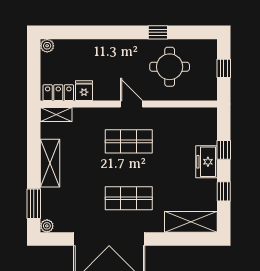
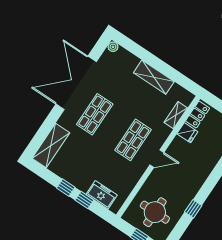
round table: (170, 67) -> (155, 212), moved
shelving: (56, 114) -> (176, 115), moved
freezer: (206, 162) -> (102, 195), moved
window: (224, 191) -> (66, 188), moved
window: (34, 204) -> (134, 48), removed

